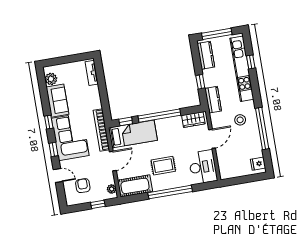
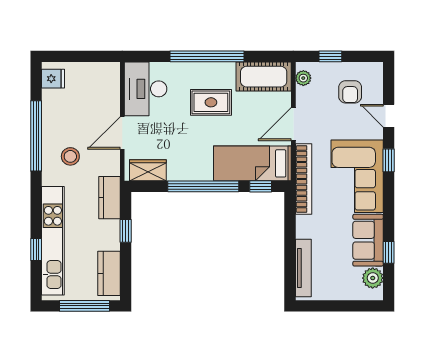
tv unit: (92, 73) -> (303, 268), width x1.41
window: (49, 122) -> (389, 252), moved

